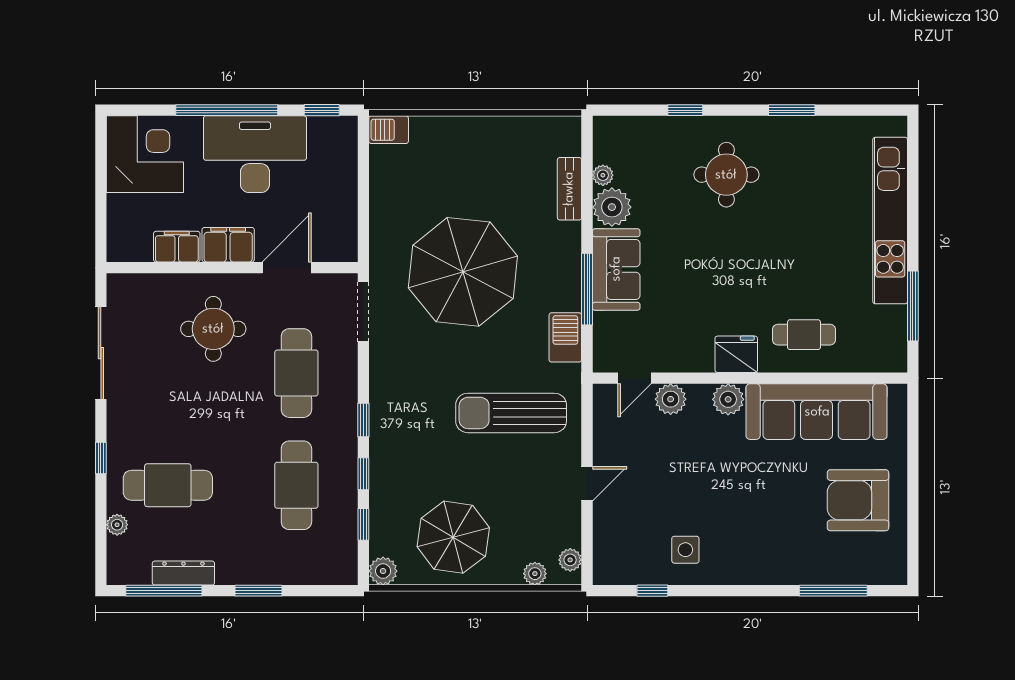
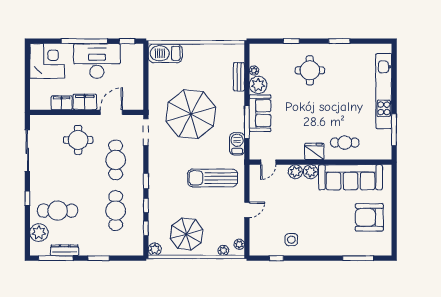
barbecue: (389, 130) -> (165, 53), width x1.88, depth x1.53
plant: (671, 399) -> (295, 172), moved
plant: (117, 525) -> (39, 233), width x1.87, depth x1.87

